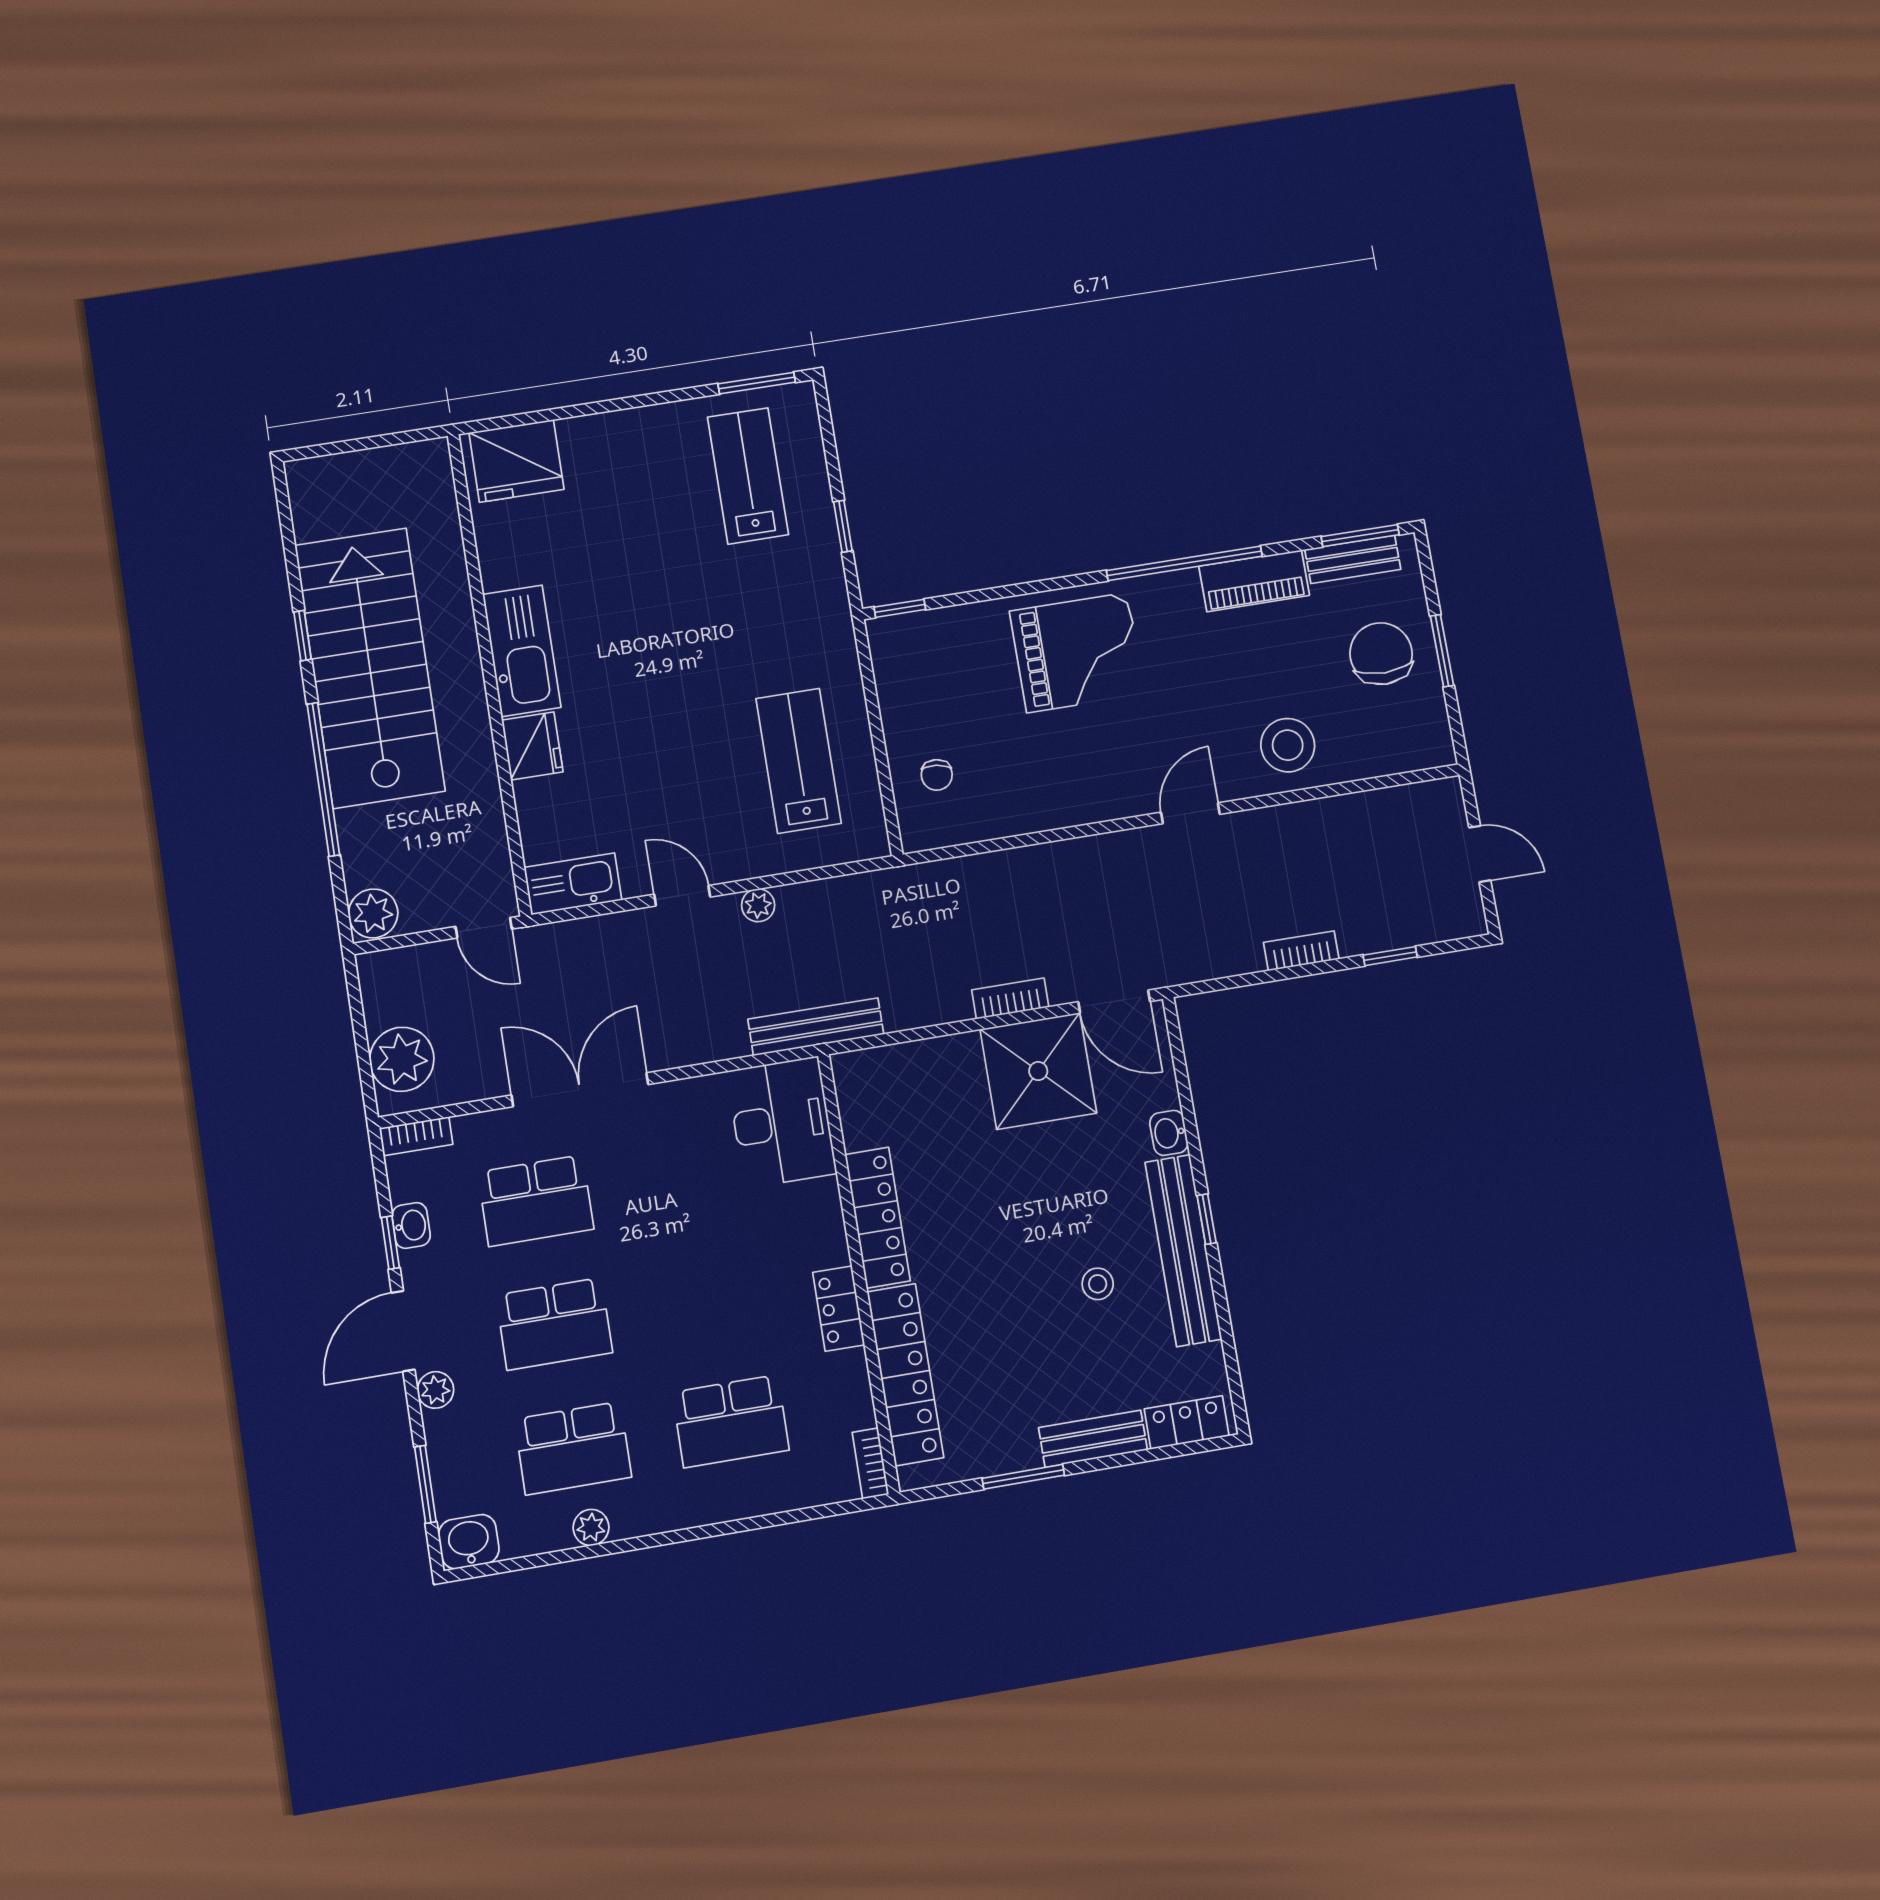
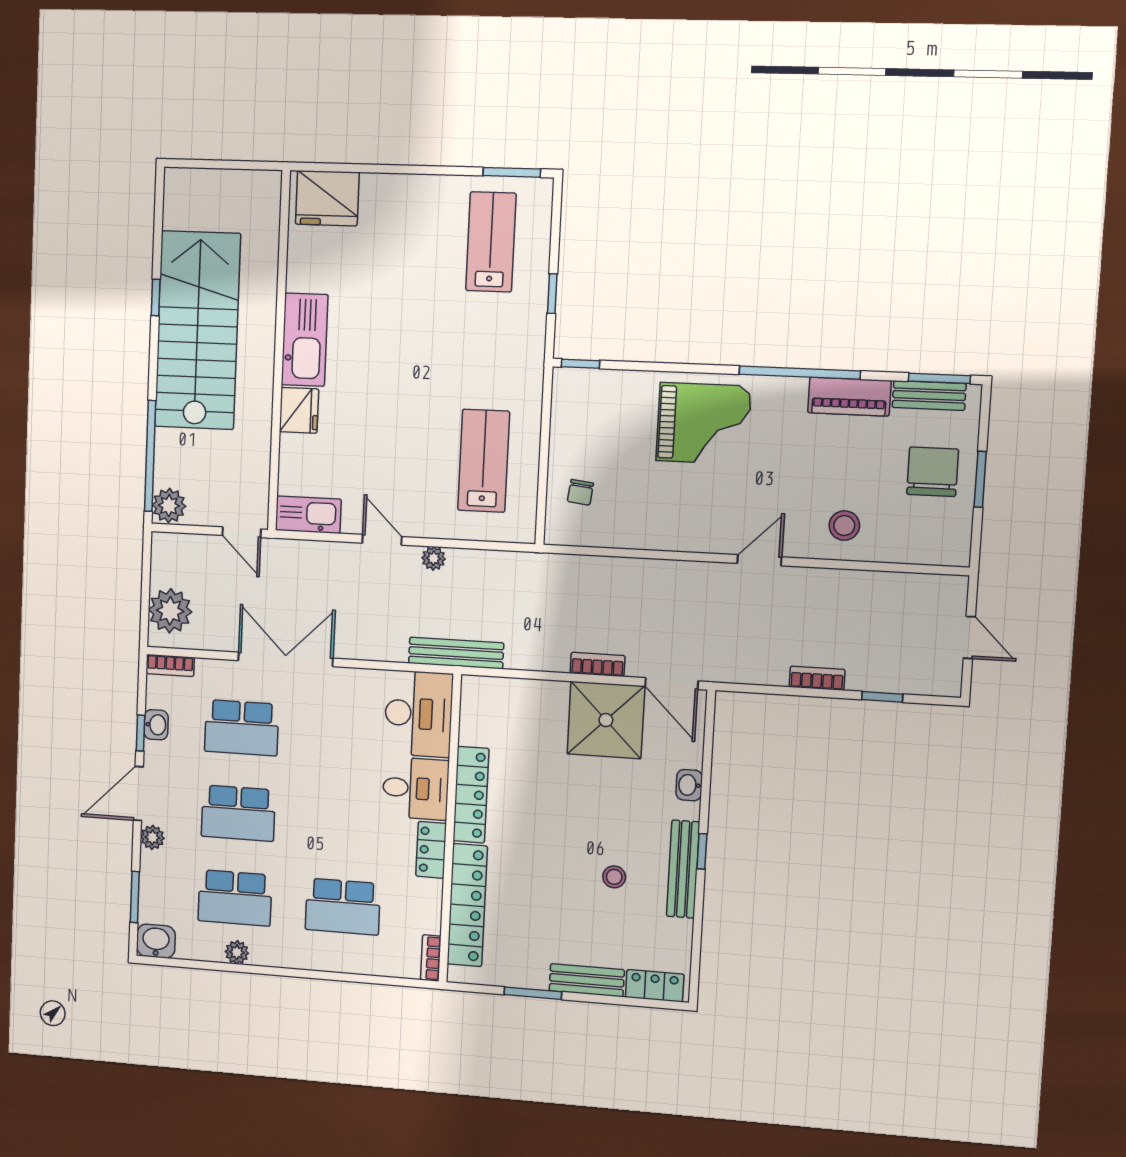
stool: (1288, 745) -> (844, 526), width x0.73, depth x0.73
window: (323, 779) -> (150, 456), moved
desk: (799, 1227) -> (416, 788), added
bench: (1183, 1250) -> (683, 869), width x0.73, depth x0.82

